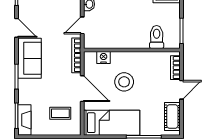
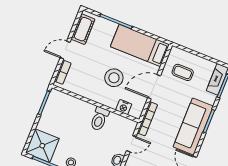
toilet: (157, 37) -> (99, 119), moved
sofa: (30, 58) -> (193, 126), width x1.36
door: (82, 89) -> (154, 87), hinge flipped

